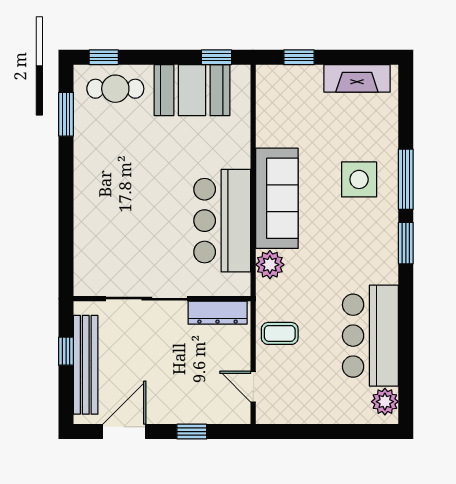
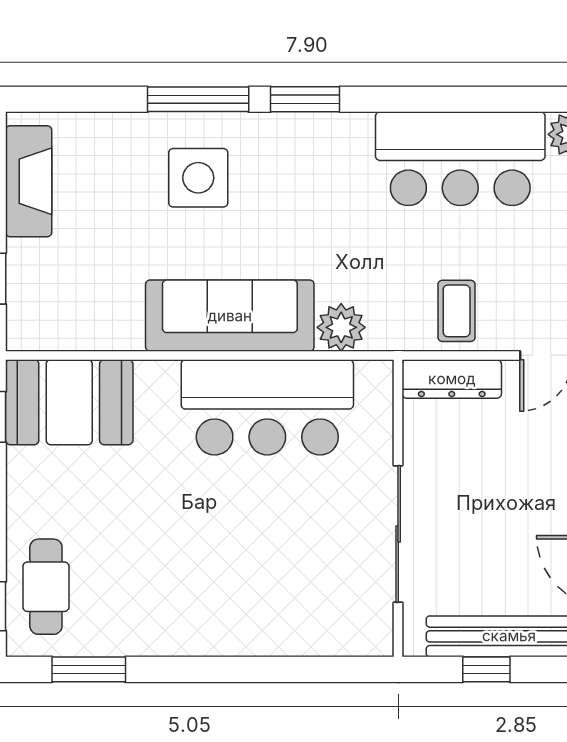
booth: (192, 90) -> (69, 402), moved, turned 90
dresser: (218, 313) -> (452, 379), moved, turned 90

